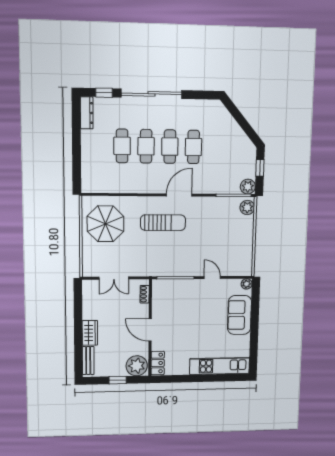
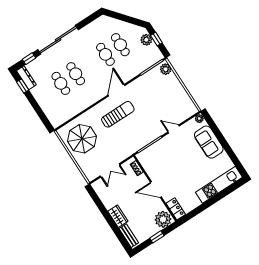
window: (76, 120) -> (23, 86), added
cafe table: (170, 147) -> (120, 45), moved
plant: (248, 187) -> (146, 40), moved

